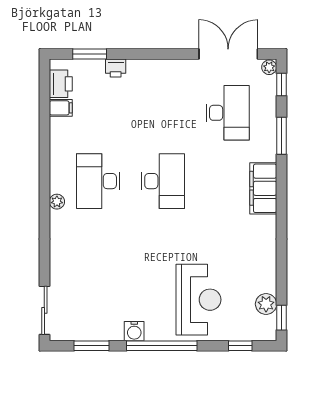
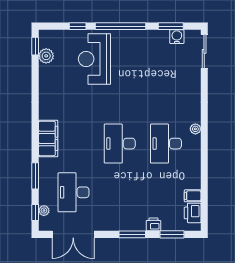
window: (145, 54) -> (132, 234), added
plant: (269, 67) -> (44, 211), moved
desk: (98, 181) -> (166, 144), turned 180
water cooler: (134, 331) -> (177, 37), moved
window: (240, 346) -> (78, 26), moved

